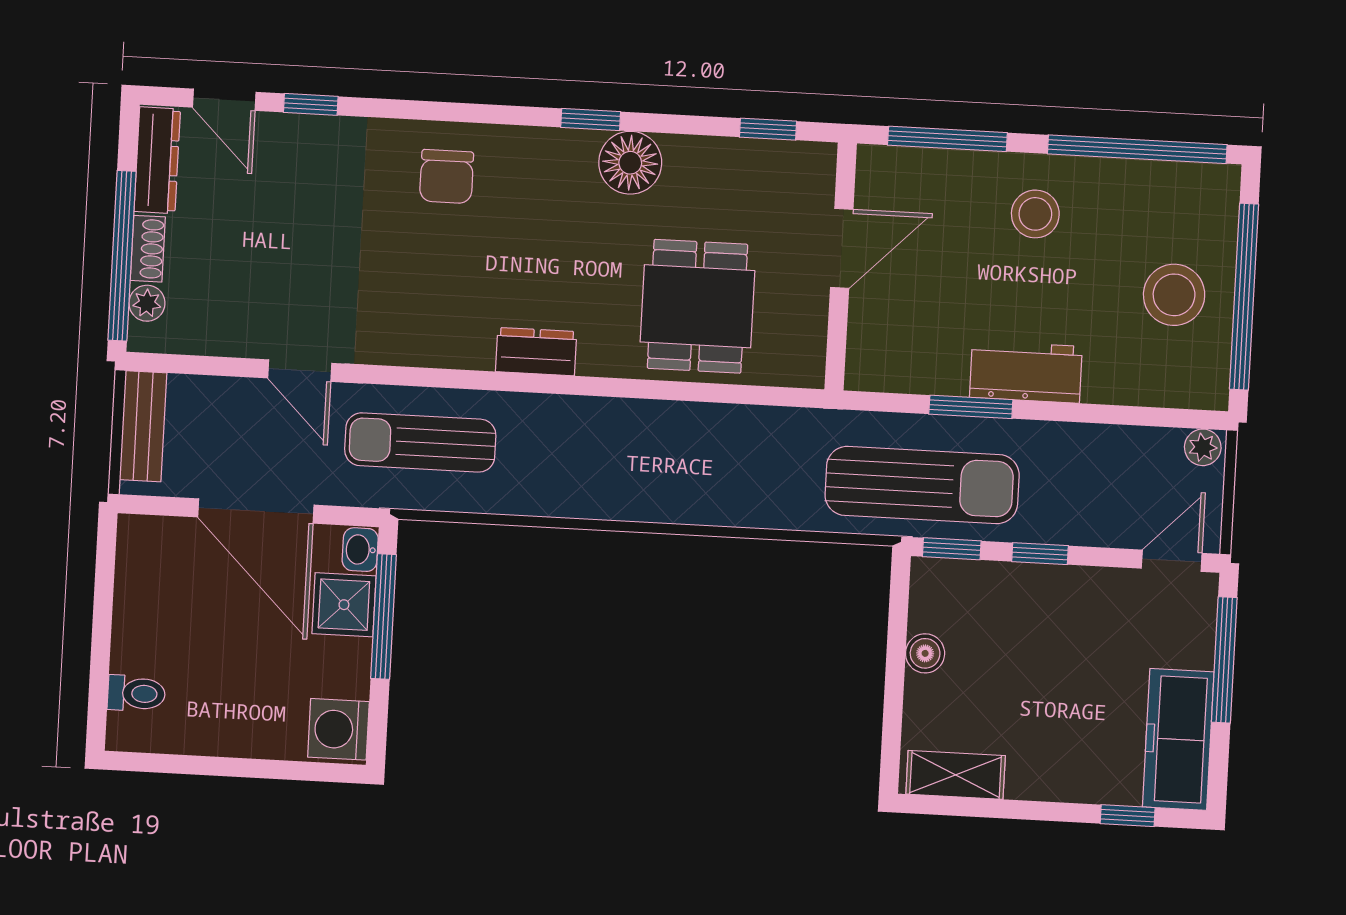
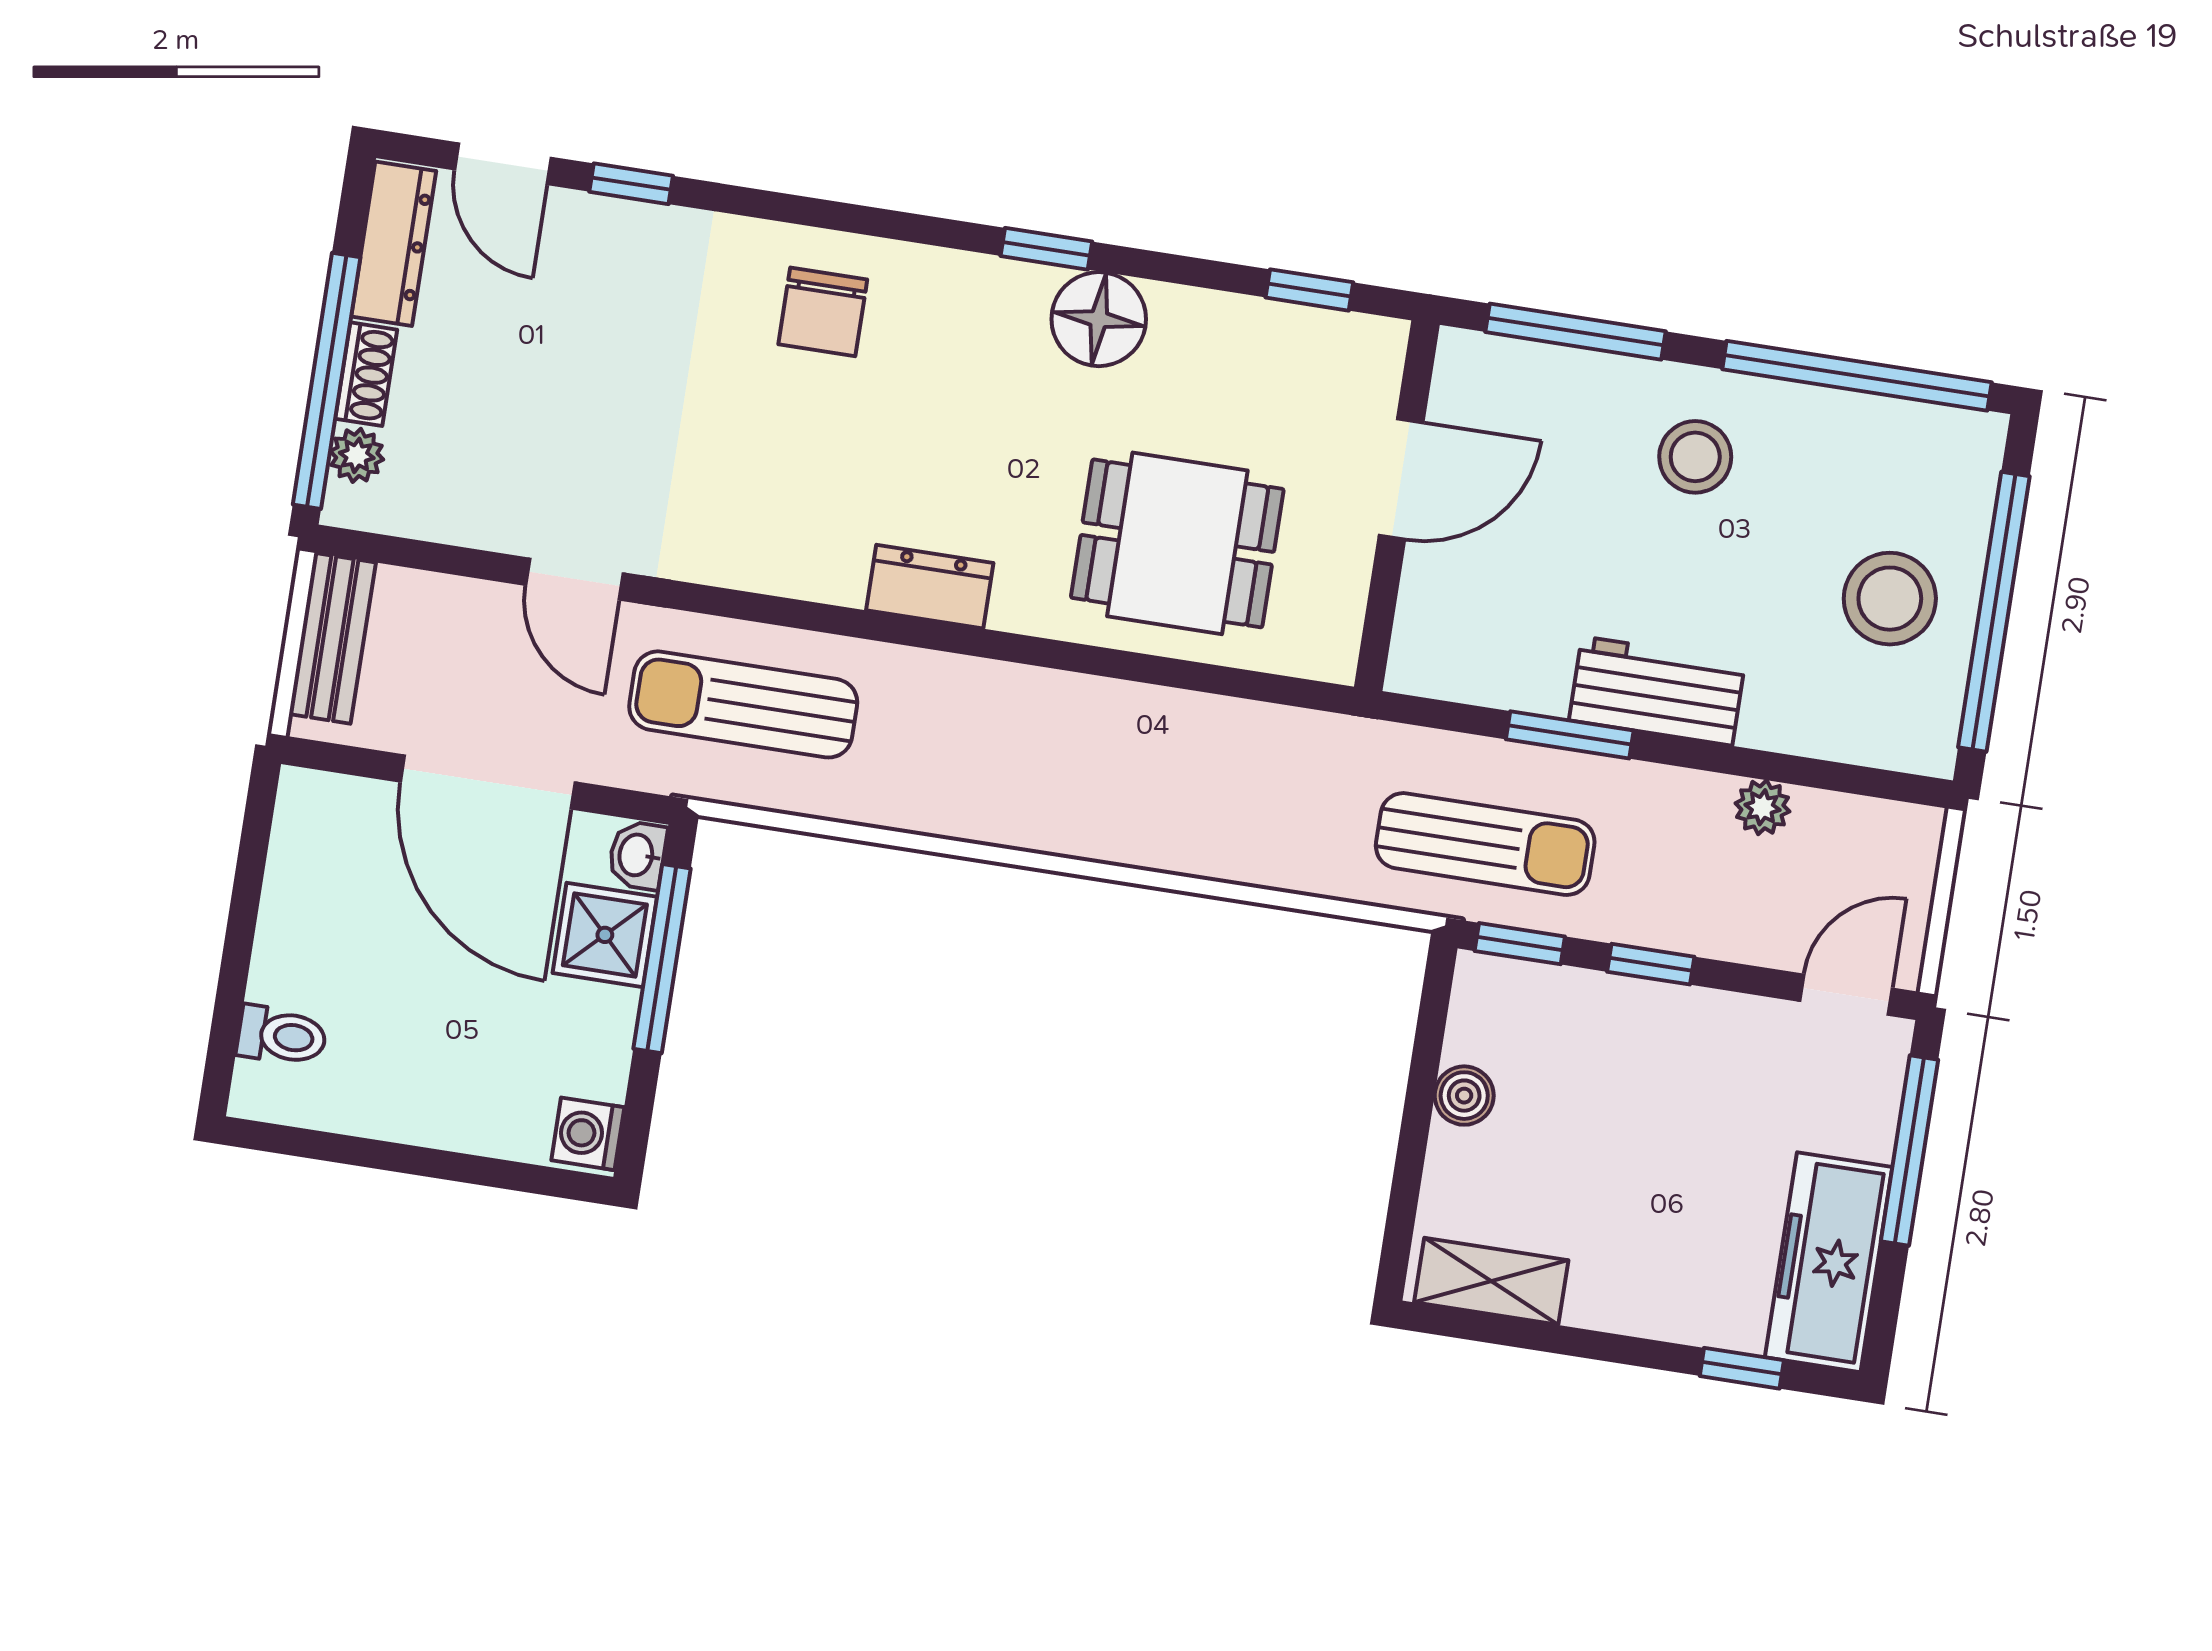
dining table: (697, 306) -> (1177, 543), turned 90
plant: (1203, 447) -> (1762, 807), moved
sun lounger: (922, 485) -> (1485, 844), width x0.73, depth x0.75
washing machine: (338, 729) -> (588, 1134), width x0.73, depth x0.73

